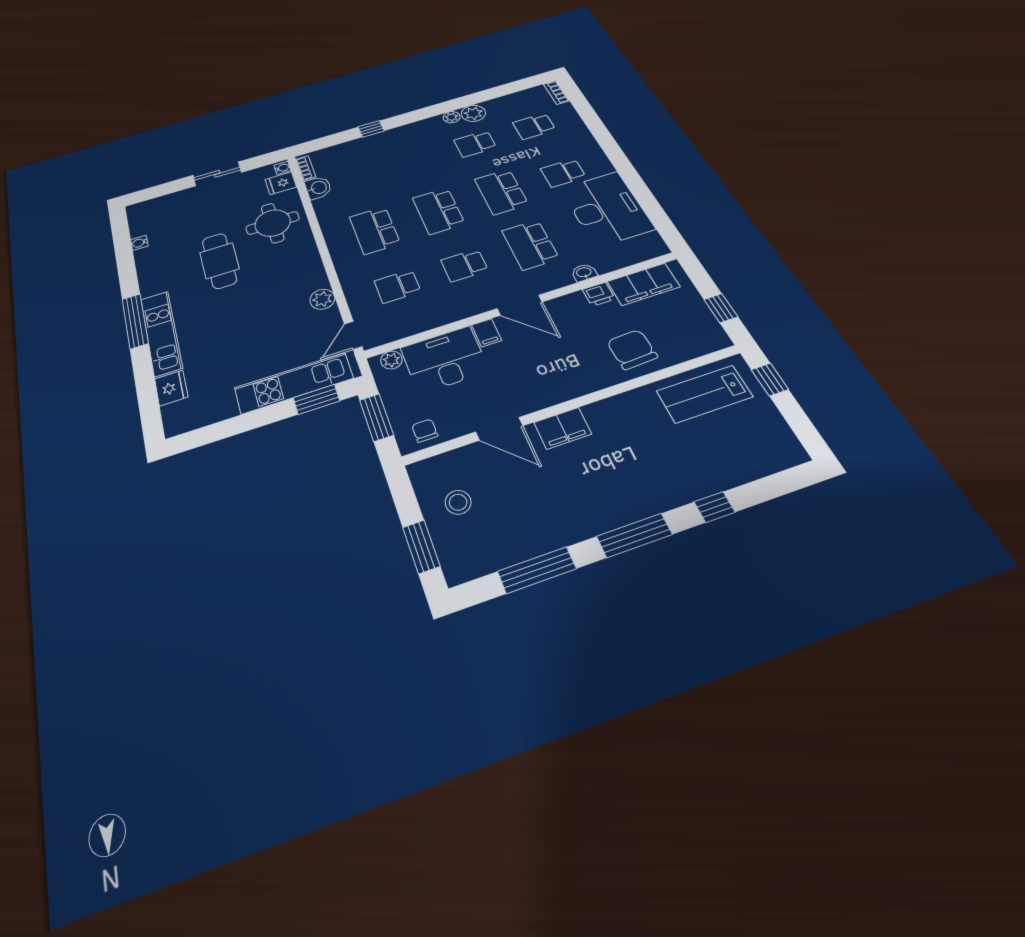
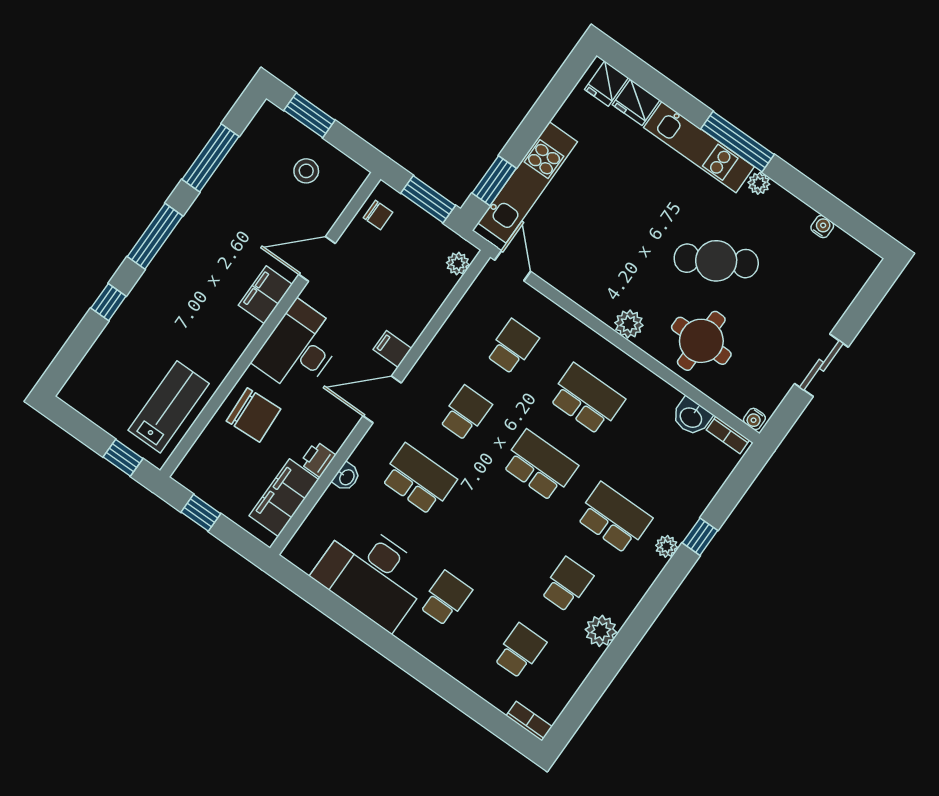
plant: (452, 117) -> (667, 546), moved
fridge: (281, 183) -> (607, 84), moved, turned 180
school desk: (501, 192) -> (614, 518), moved
cafe table: (219, 261) -> (716, 261), turned -30
plant: (149, 289) -> (759, 183), added
plant: (322, 299) -> (629, 324), moved
desk: (445, 359) -> (299, 348), moved, turned 180

